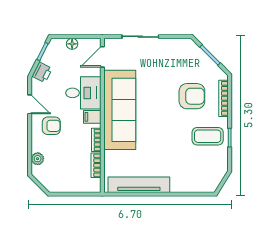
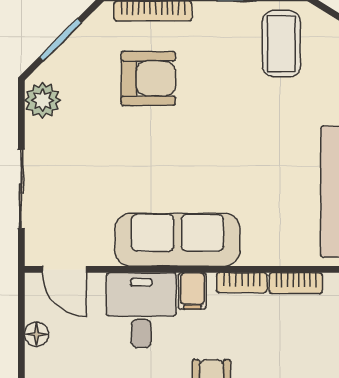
plant: (182, 47) -> (42, 100), added
armchair: (192, 96) -> (148, 78), turned 90
sofa: (120, 110) -> (177, 240), width x0.74, depth x0.79
coffee table: (208, 136) -> (281, 44), moved

